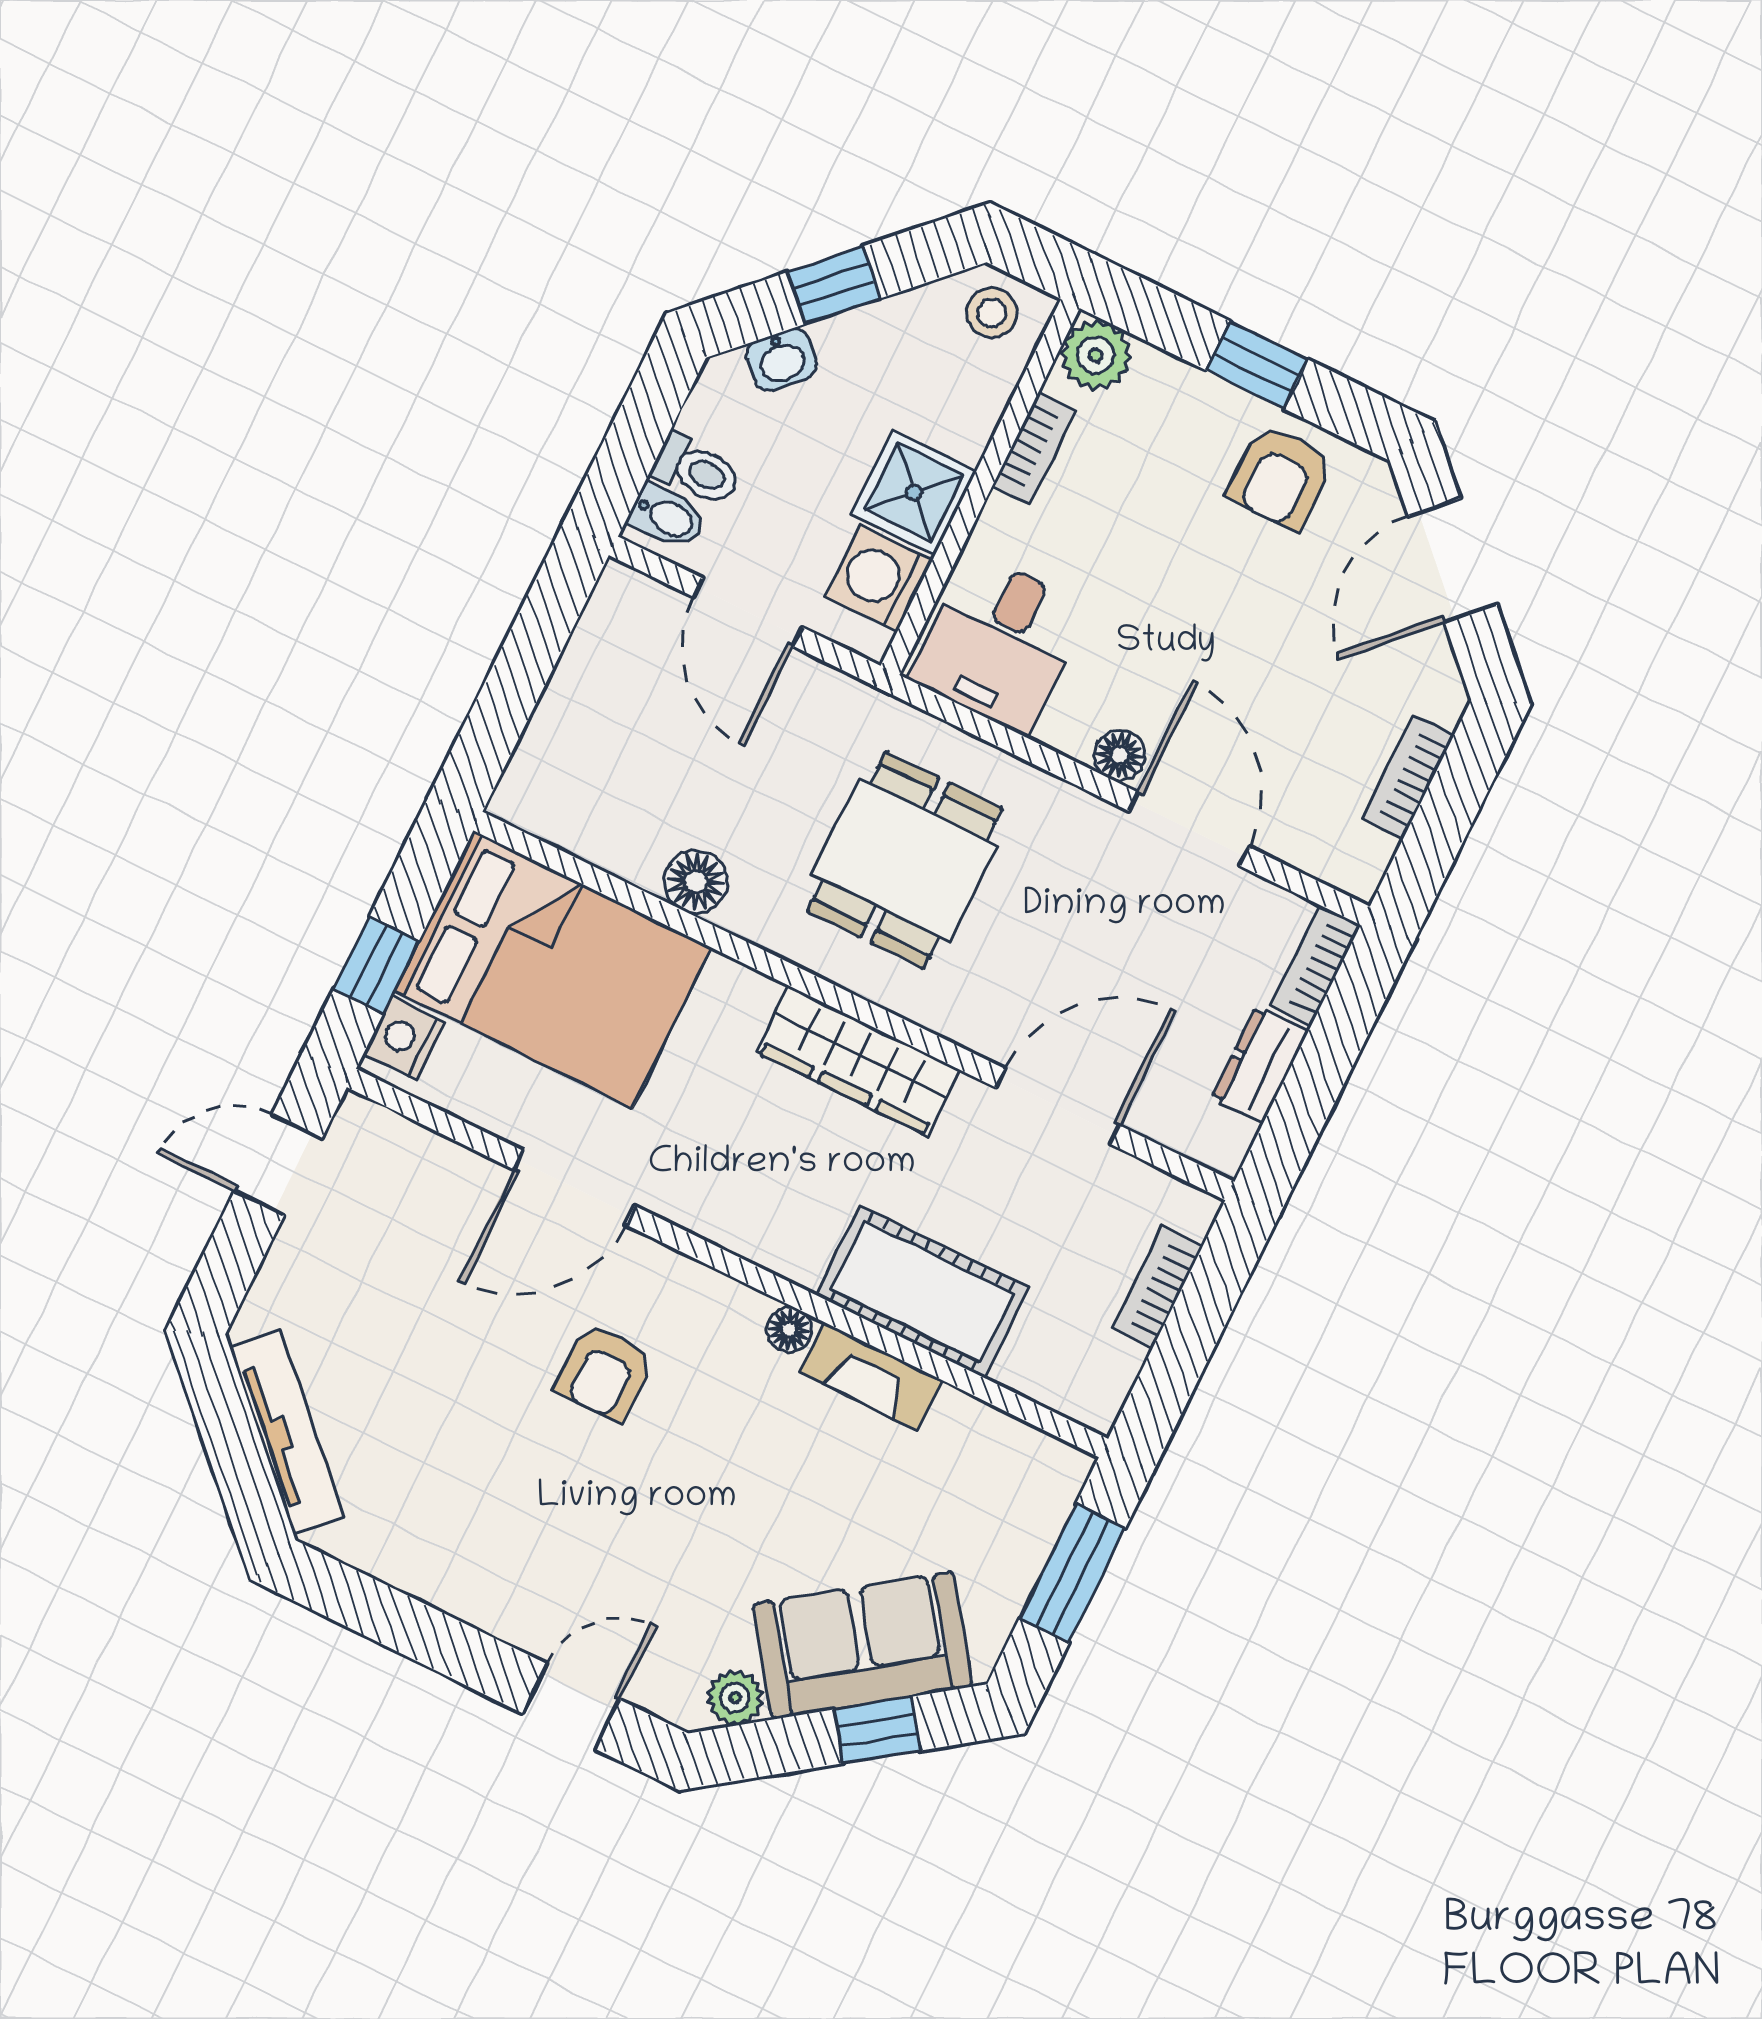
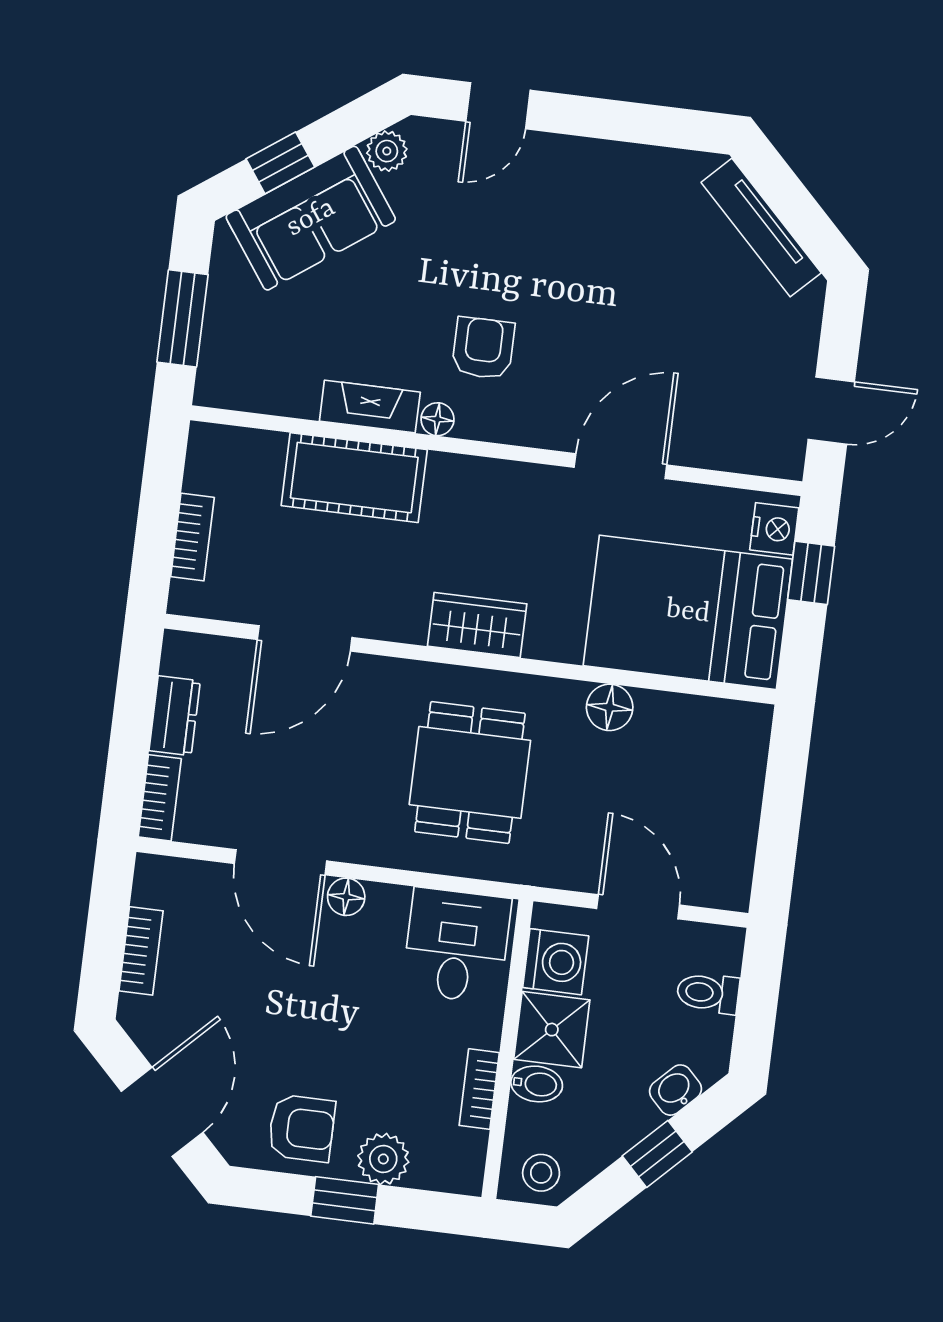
plant: (1096, 355) -> (383, 1159), moved
armchair: (1280, 477) -> (302, 1128), turned 90
bidet: (667, 517) -> (537, 1084), moved, turned 180
wardrobe: (858, 1061) -> (477, 625), width x0.67
armchair: (605, 1373) -> (483, 348), moved

